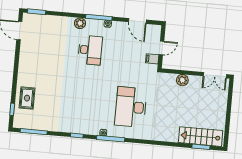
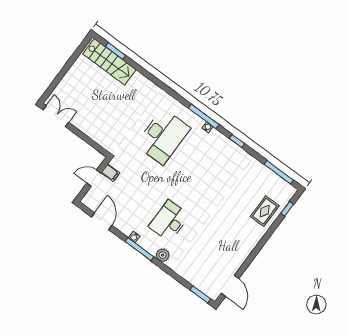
plant: (182, 80) -> (93, 132), removed

